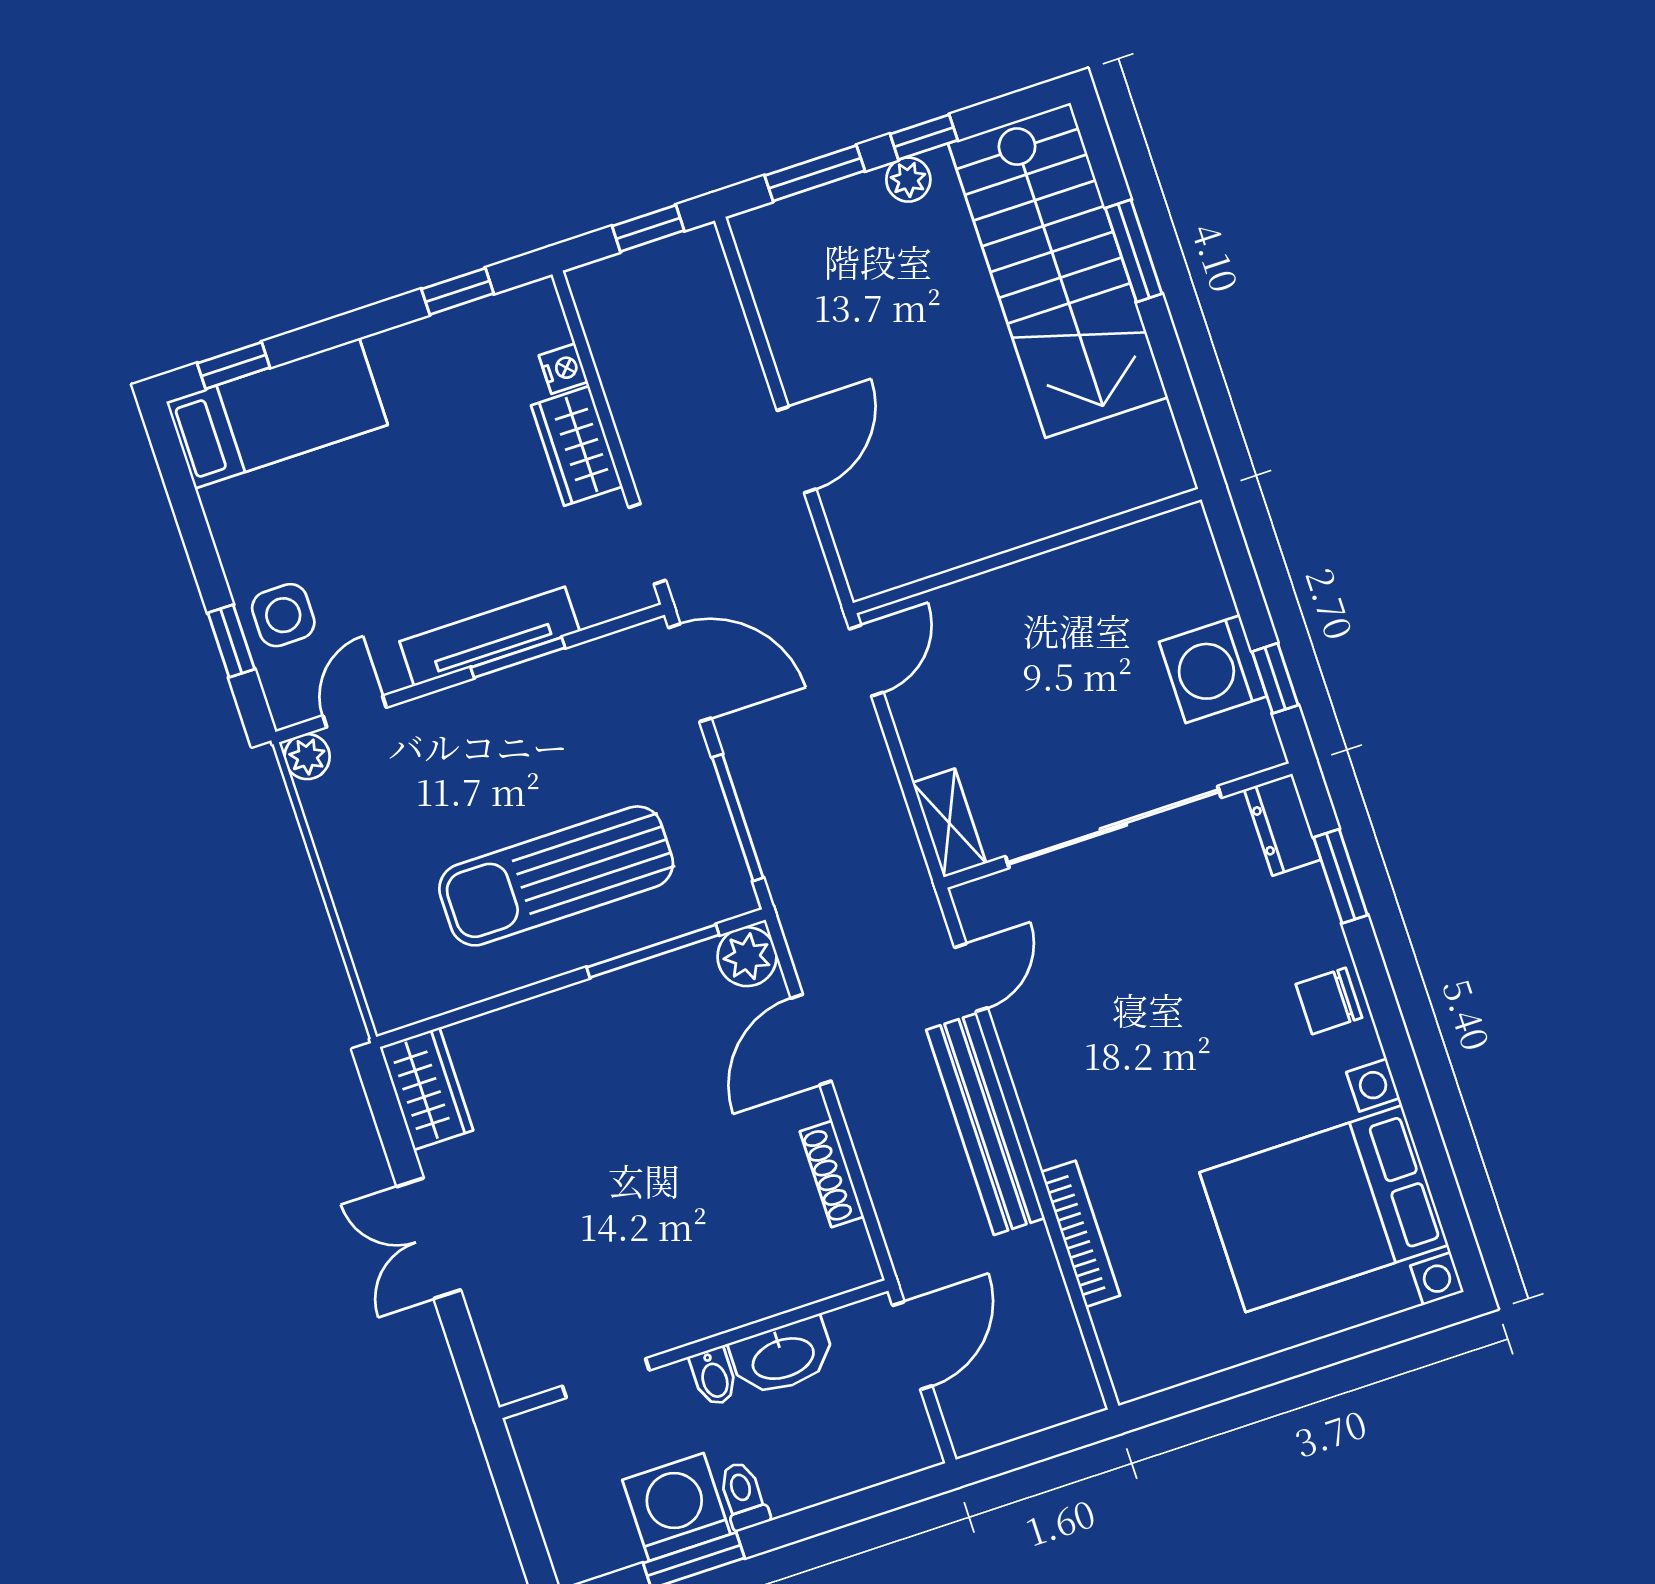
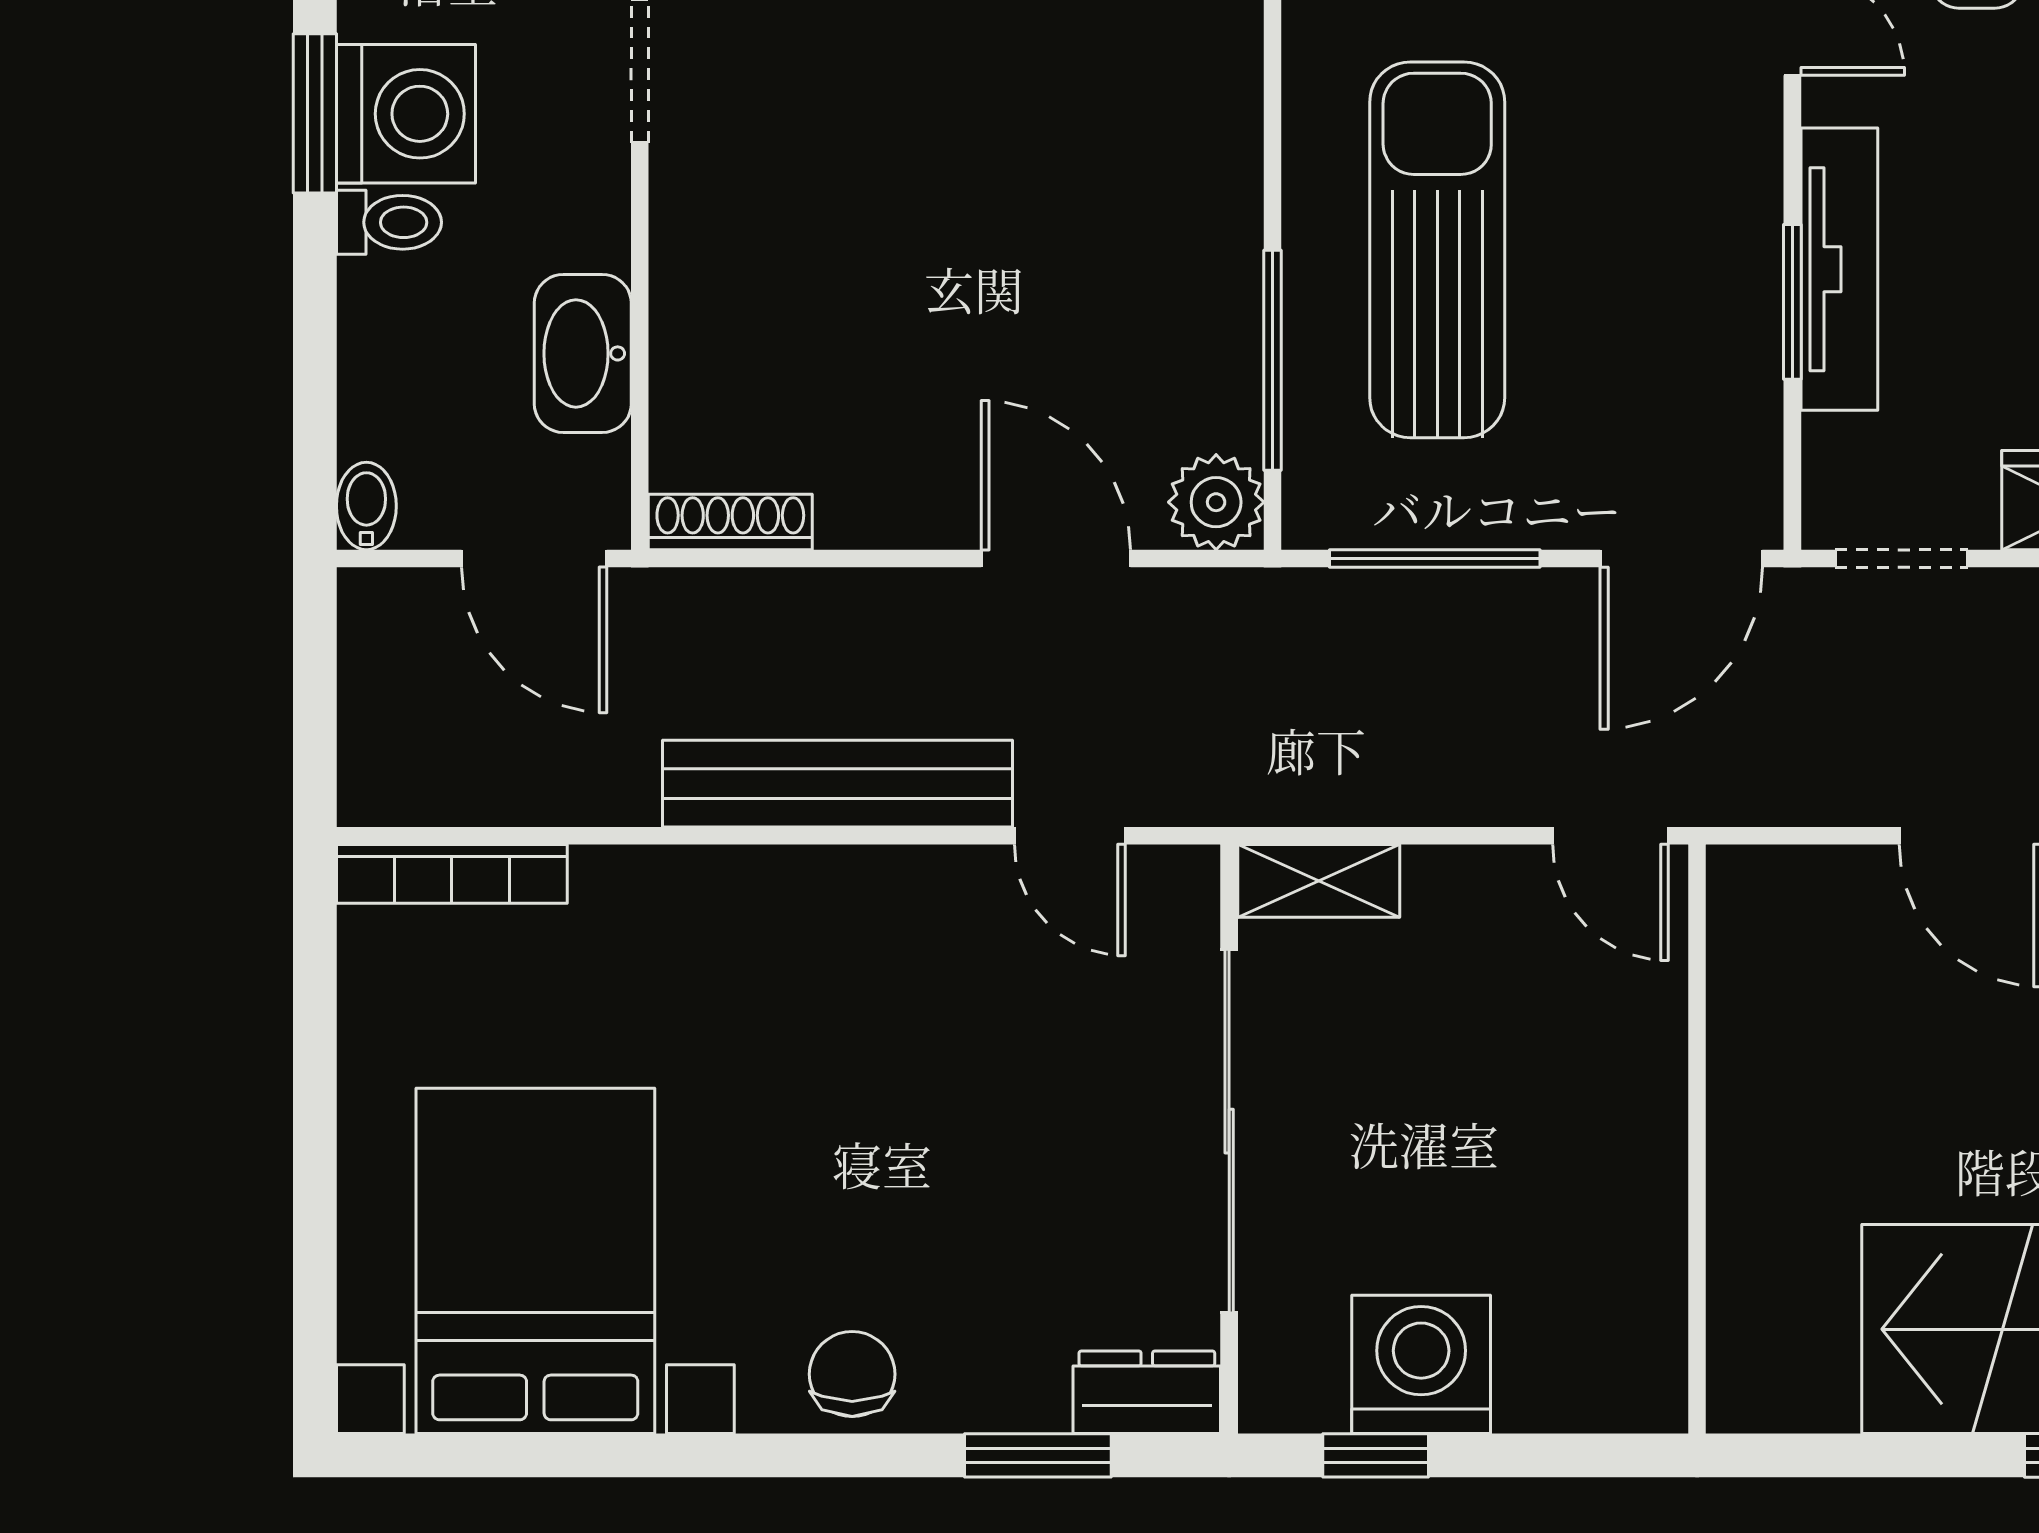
shoe rack: (832, 1174) -> (730, 522), moved
bookcase: (1081, 1234) -> (452, 874), moved
bidet: (714, 1377) -> (366, 506), moved, turned 90

